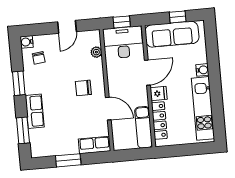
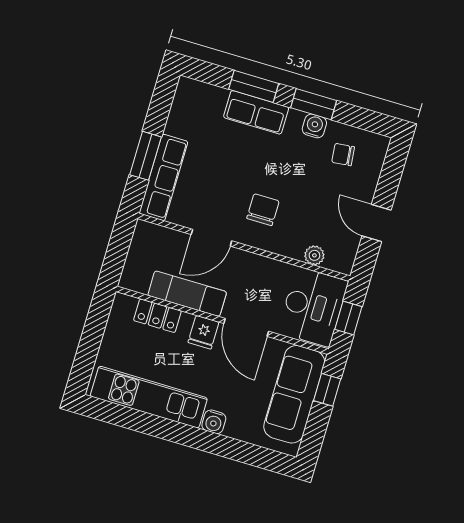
window: (178, 17) -> (327, 390), moved
water cooler: (27, 42) -> (314, 126), moved
locker: (159, 121) -> (157, 316), width x0.66
exam couch: (144, 127) -> (187, 294), moved
window: (23, 130) -> (254, 86), moved
row of seats: (94, 145) -> (163, 177), width x1.48
window: (68, 160) -> (145, 156), moved

